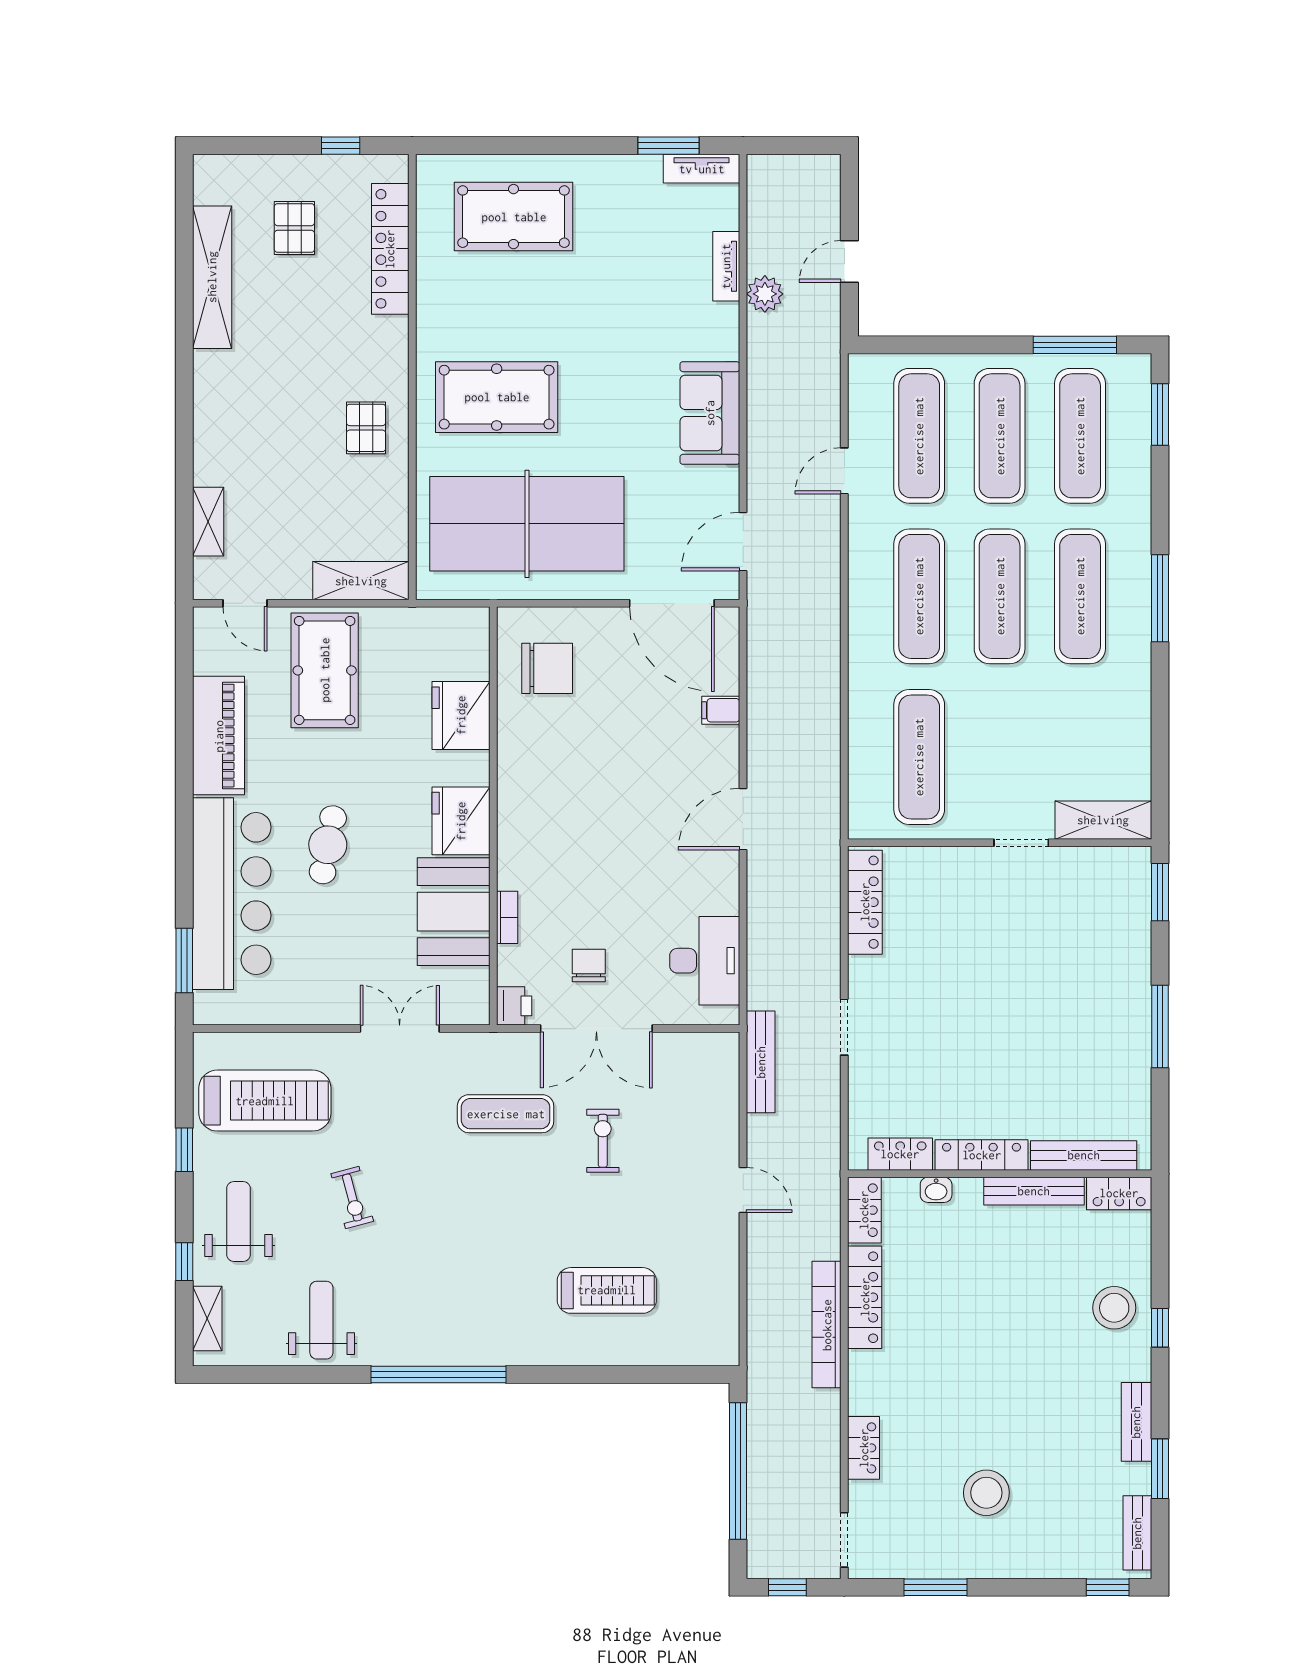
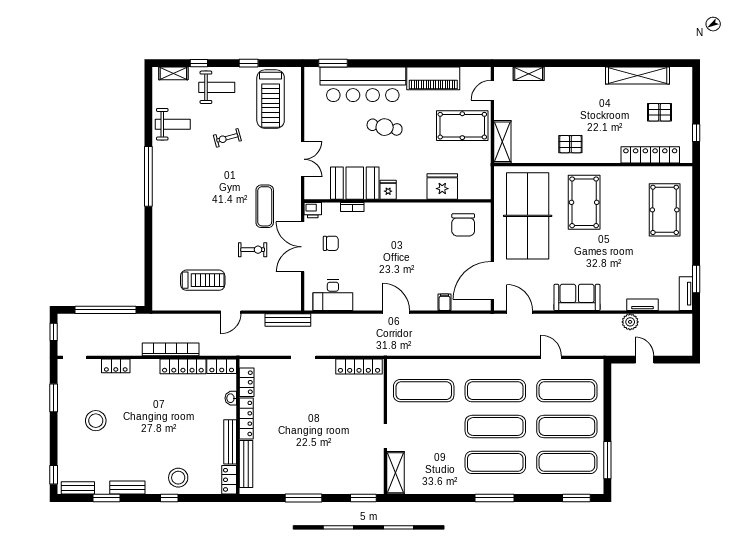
fridge: (461, 821) -> (388, 190), width x0.53, depth x0.75
treadmill: (607, 1290) -> (203, 280), moved, turned -90

